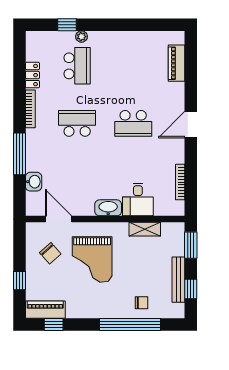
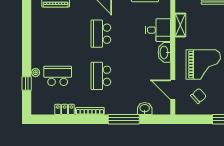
school desk: (133, 123) -> (101, 34), turned 180
door: (58, 219) -> (173, 90), hinge flipped

